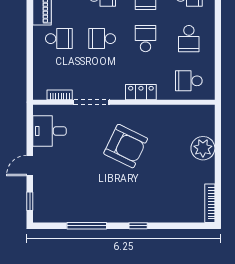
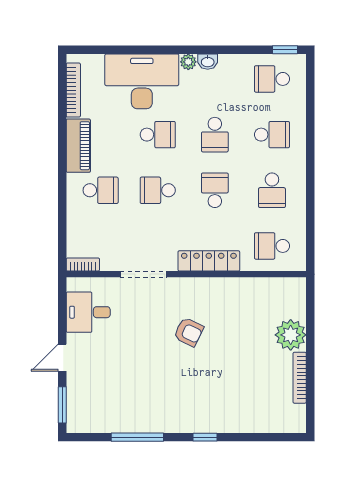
locker: (141, 92) -> (209, 261), width x1.53
bookcase: (60, 95) -> (83, 264), moved
armchair: (126, 146) -> (189, 332), width x0.53, depth x0.53
window: (30, 201) -> (62, 405), width x1.50
bookcase: (210, 203) -> (300, 378), moved

